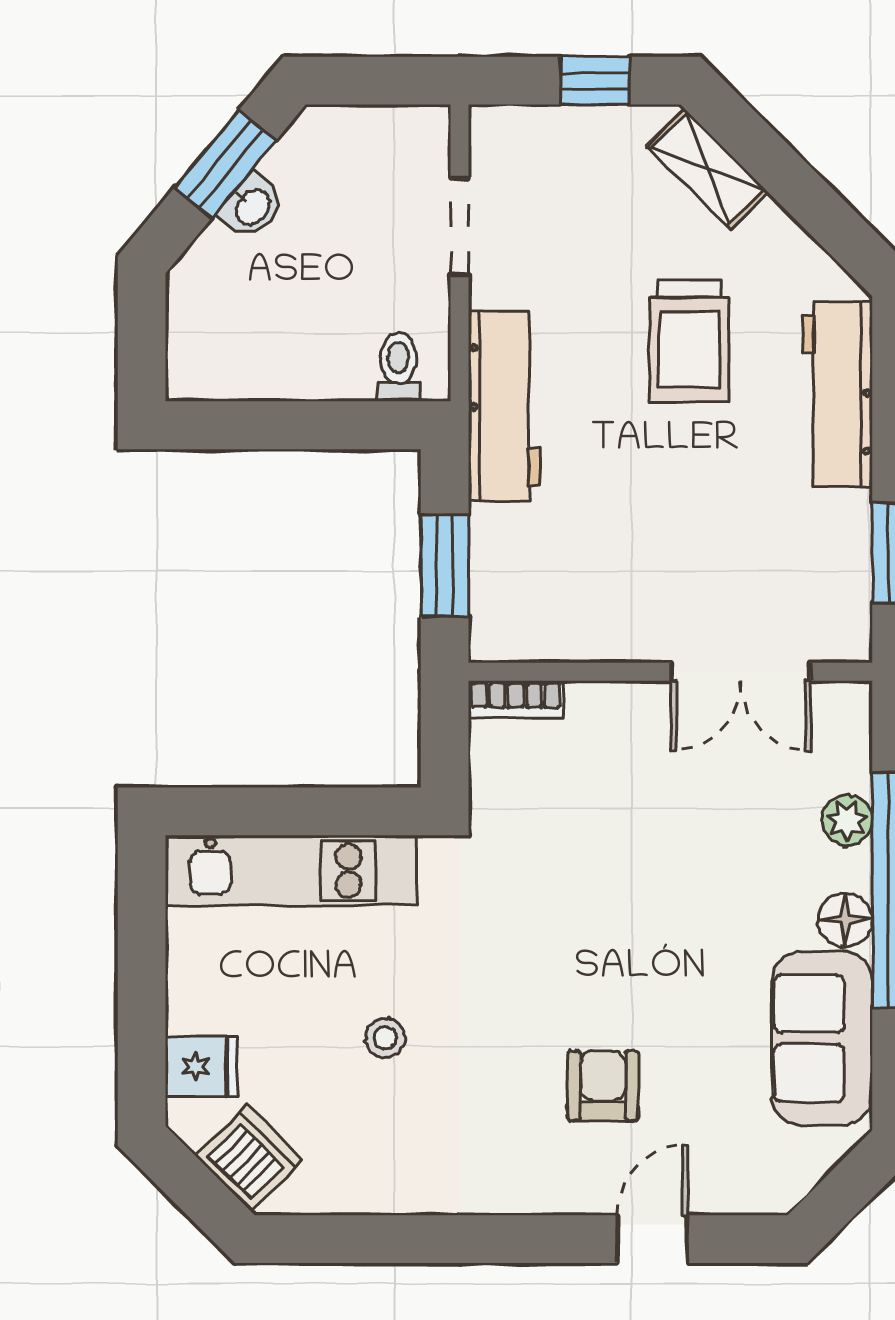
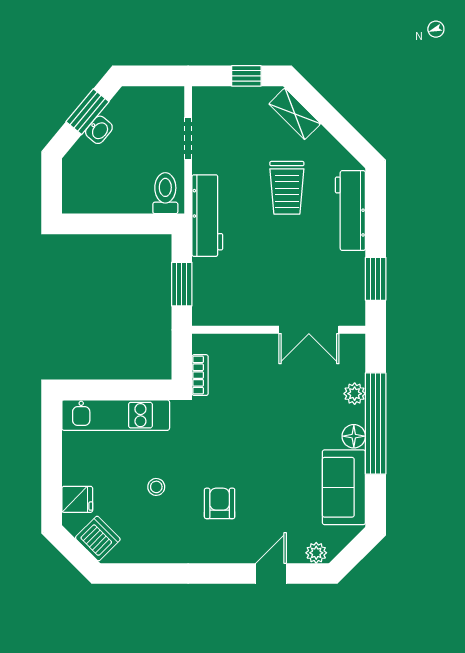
toilet: (399, 367) -> (165, 193), width x1.37, depth x1.39
bookcase: (516, 700) -> (200, 375), moved, turned -90
armchair: (603, 1086) -> (220, 503), moved
plant: (758, 1191) -> (316, 553), added

